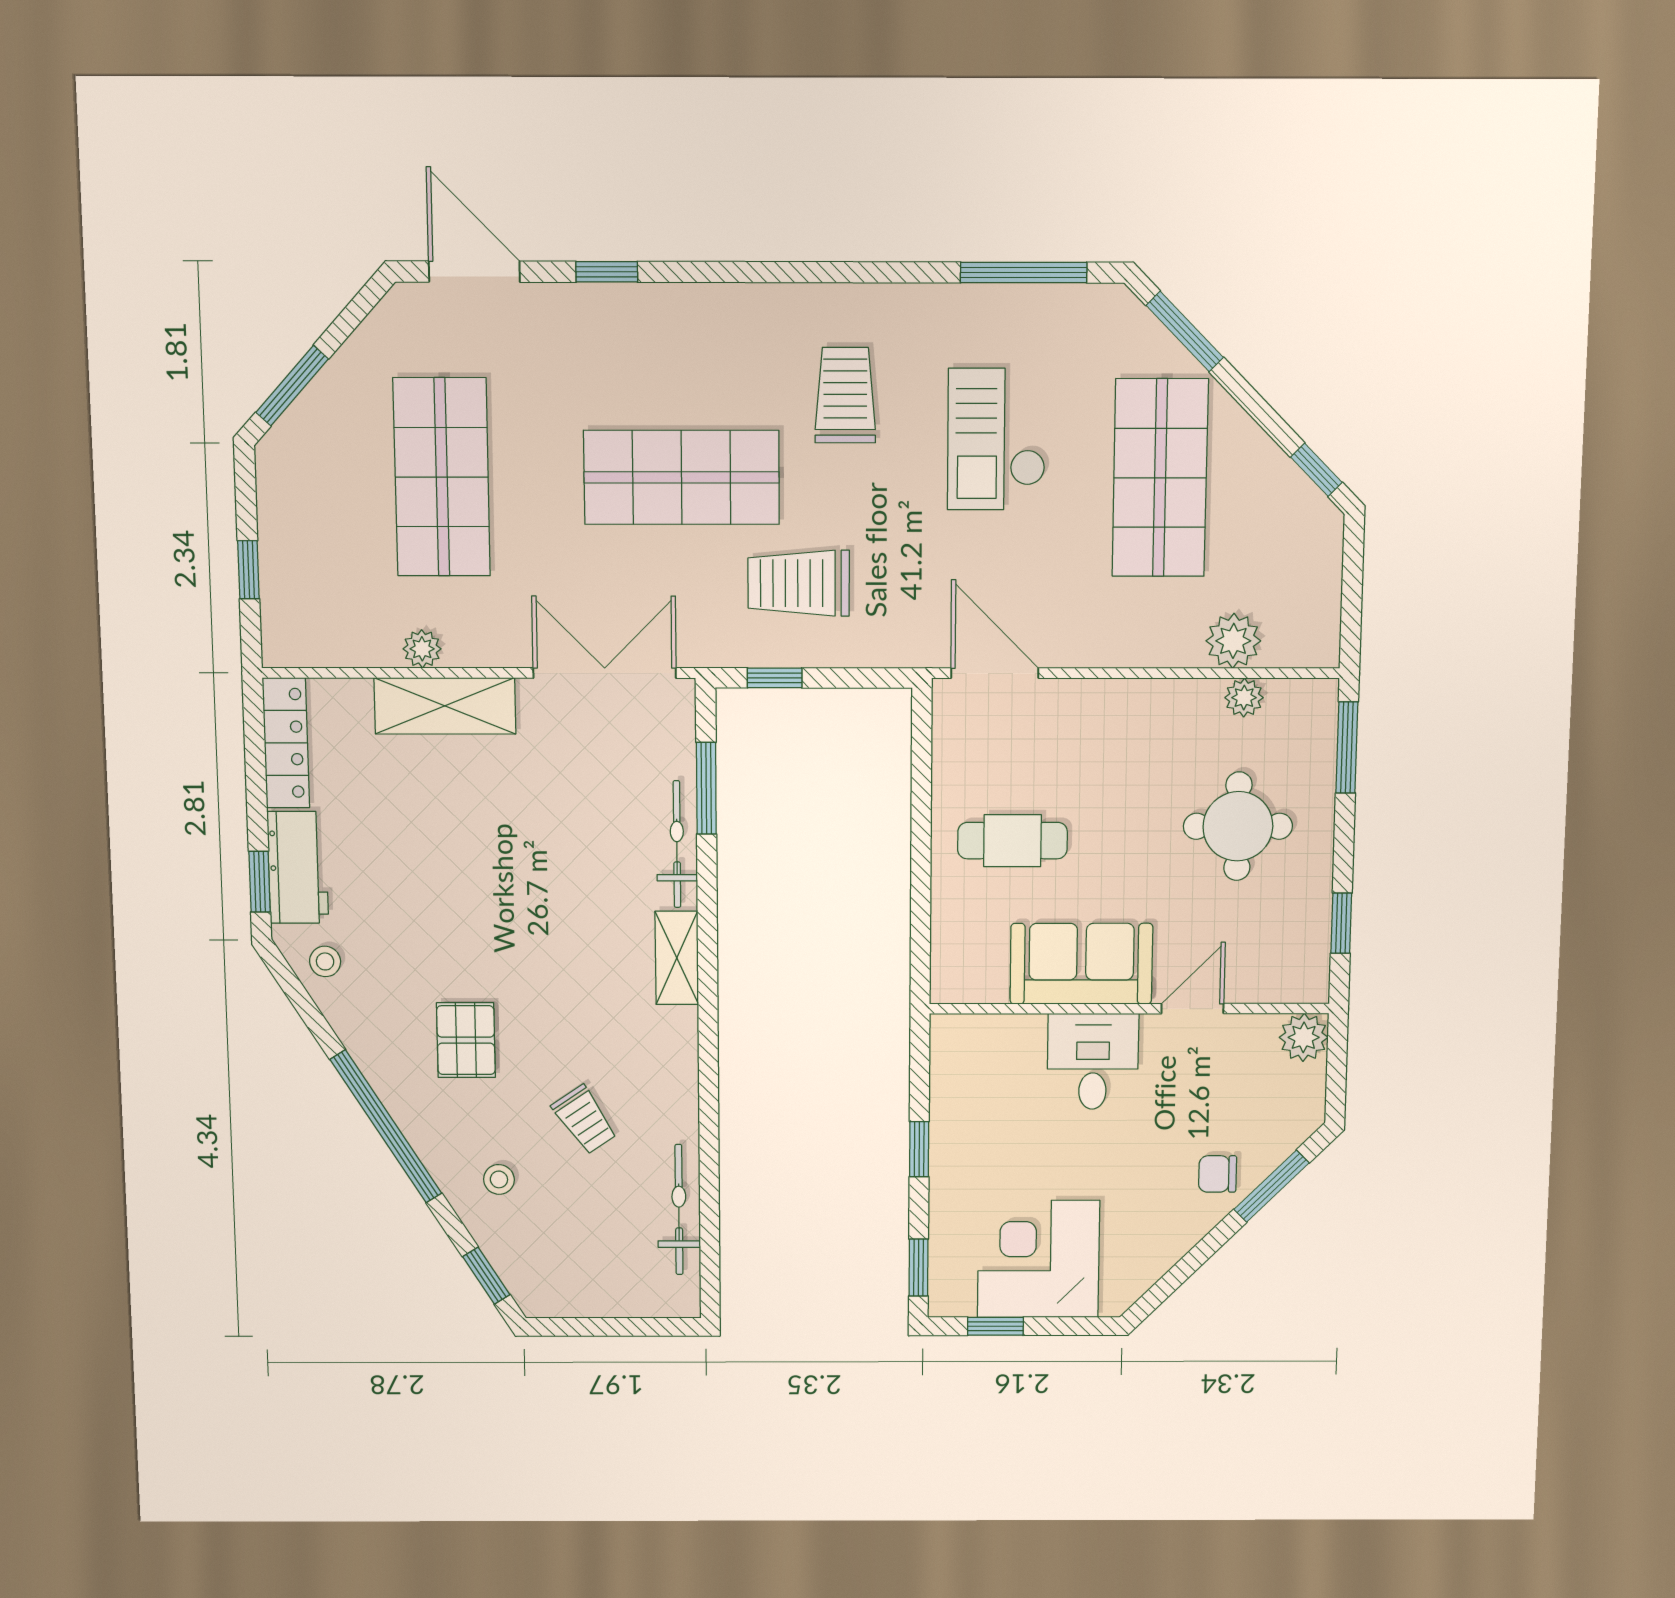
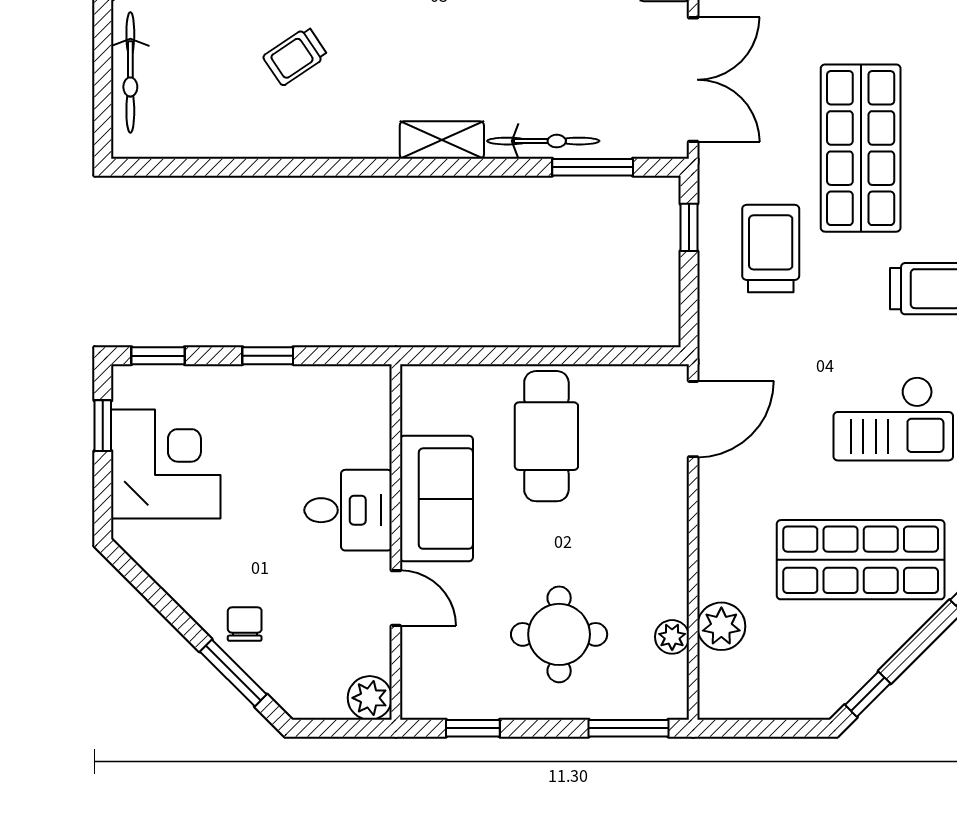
checkout: (997, 439) -> (893, 419), turned 180
cafe table: (1012, 841) -> (546, 436), width x1.37, depth x1.35
bicycle: (679, 1210) -> (130, 72), moved, turned 90

